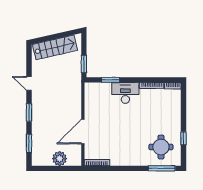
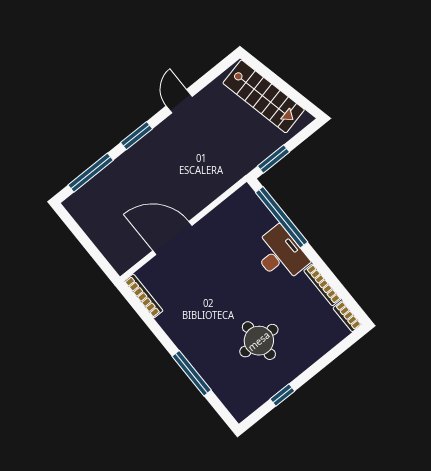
window: (110, 80) -> (282, 217), width x2.11
window: (29, 143) -> (91, 173), width x1.44
round table: (161, 147) -> (259, 341), moved
plant: (60, 159) -> (105, 236), removed
window: (162, 168) -> (192, 373), moved

